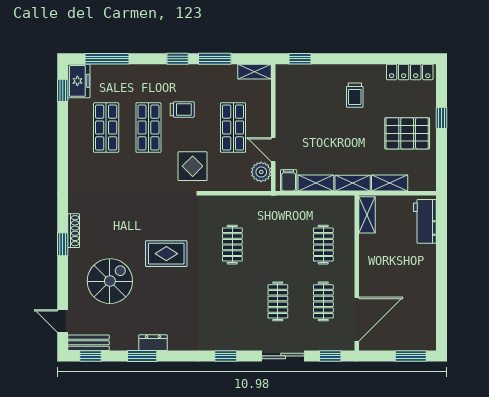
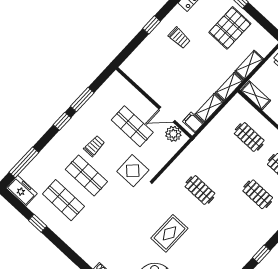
window: (300, 59) -> (152, 25), moved
shelving: (255, 72) -> (111, 83), removed
window: (63, 90) -> (38, 223), moved

